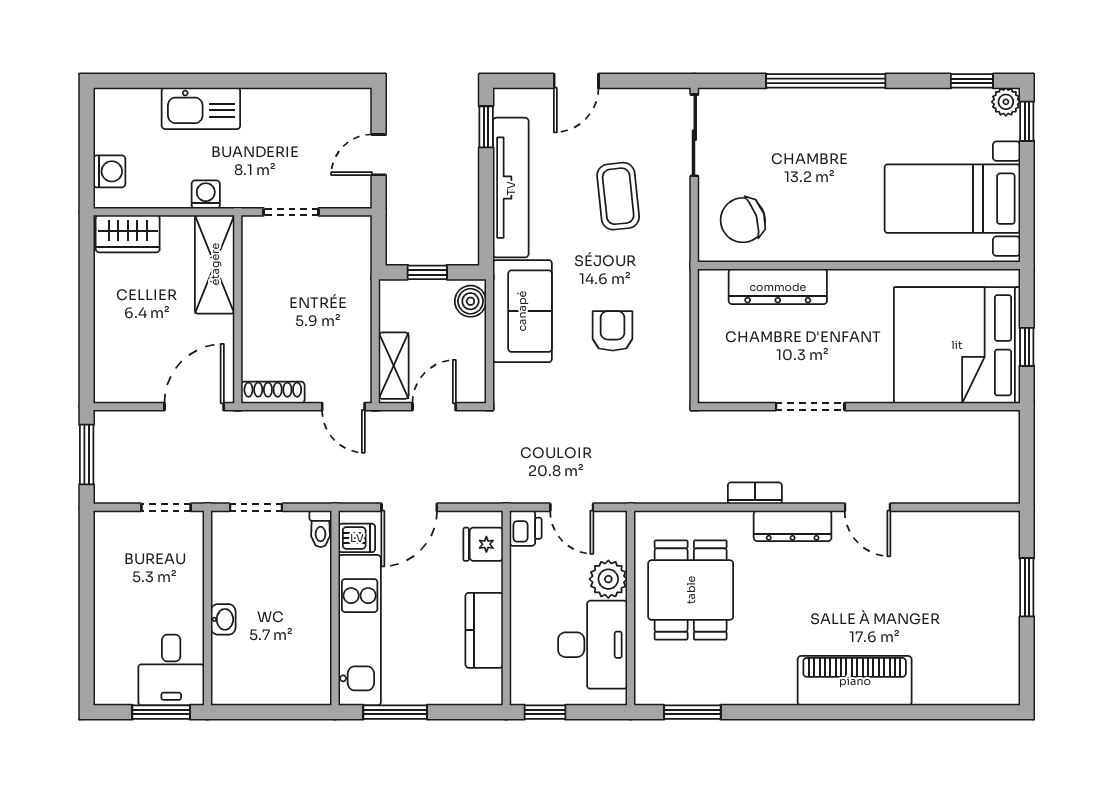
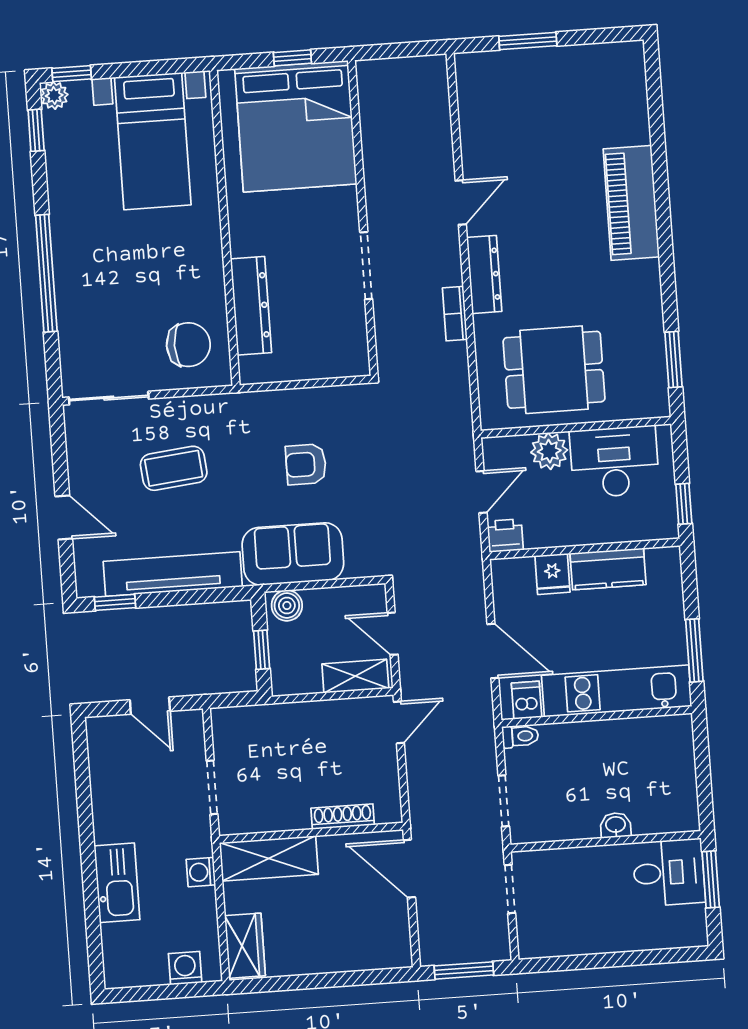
chair: (743, 220) -> (188, 345), turned -72
shoe rack: (273, 392) -> (343, 817), moved, turned 90
fridge: (483, 544) -> (552, 574), moved

